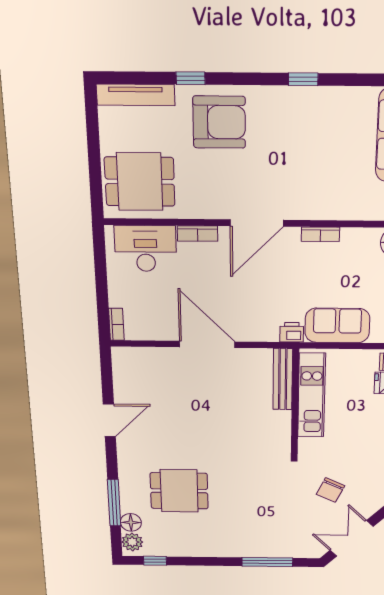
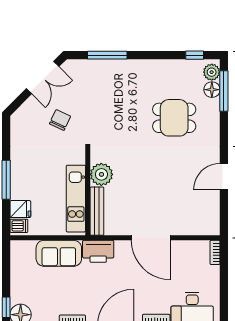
printer: (292, 332) -> (98, 251), width x1.87, depth x1.48
plant: (276, 425) -> (101, 174), added
window: (114, 503) -> (224, 91), moved

